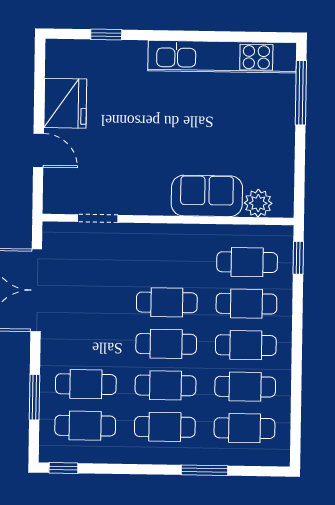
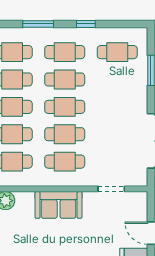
sofa: (207, 196) -> (59, 205), moved
cafe table: (86, 384) -> (65, 162), moved
window: (63, 468) -> (86, 24), moved

